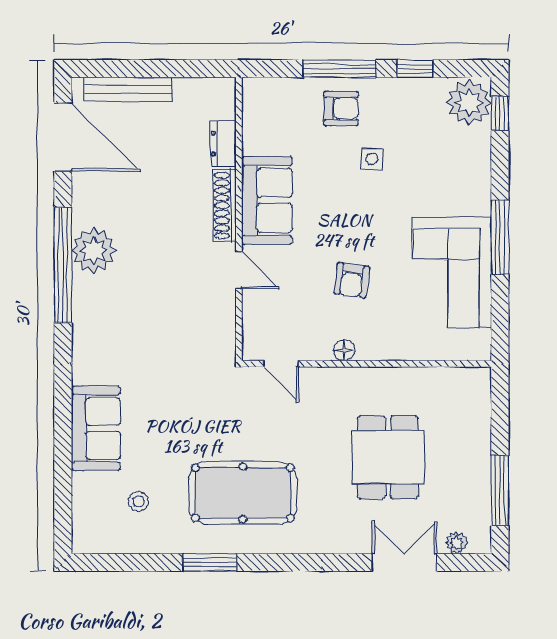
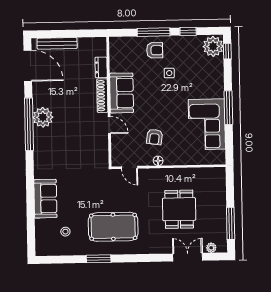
armchair: (352, 280) -> (155, 137), moved

